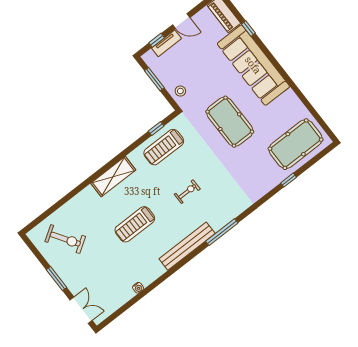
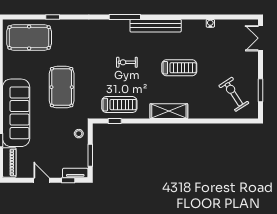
tv unit: (166, 43) -> (75, 173), moved
window: (56, 279) -> (260, 90), moved

